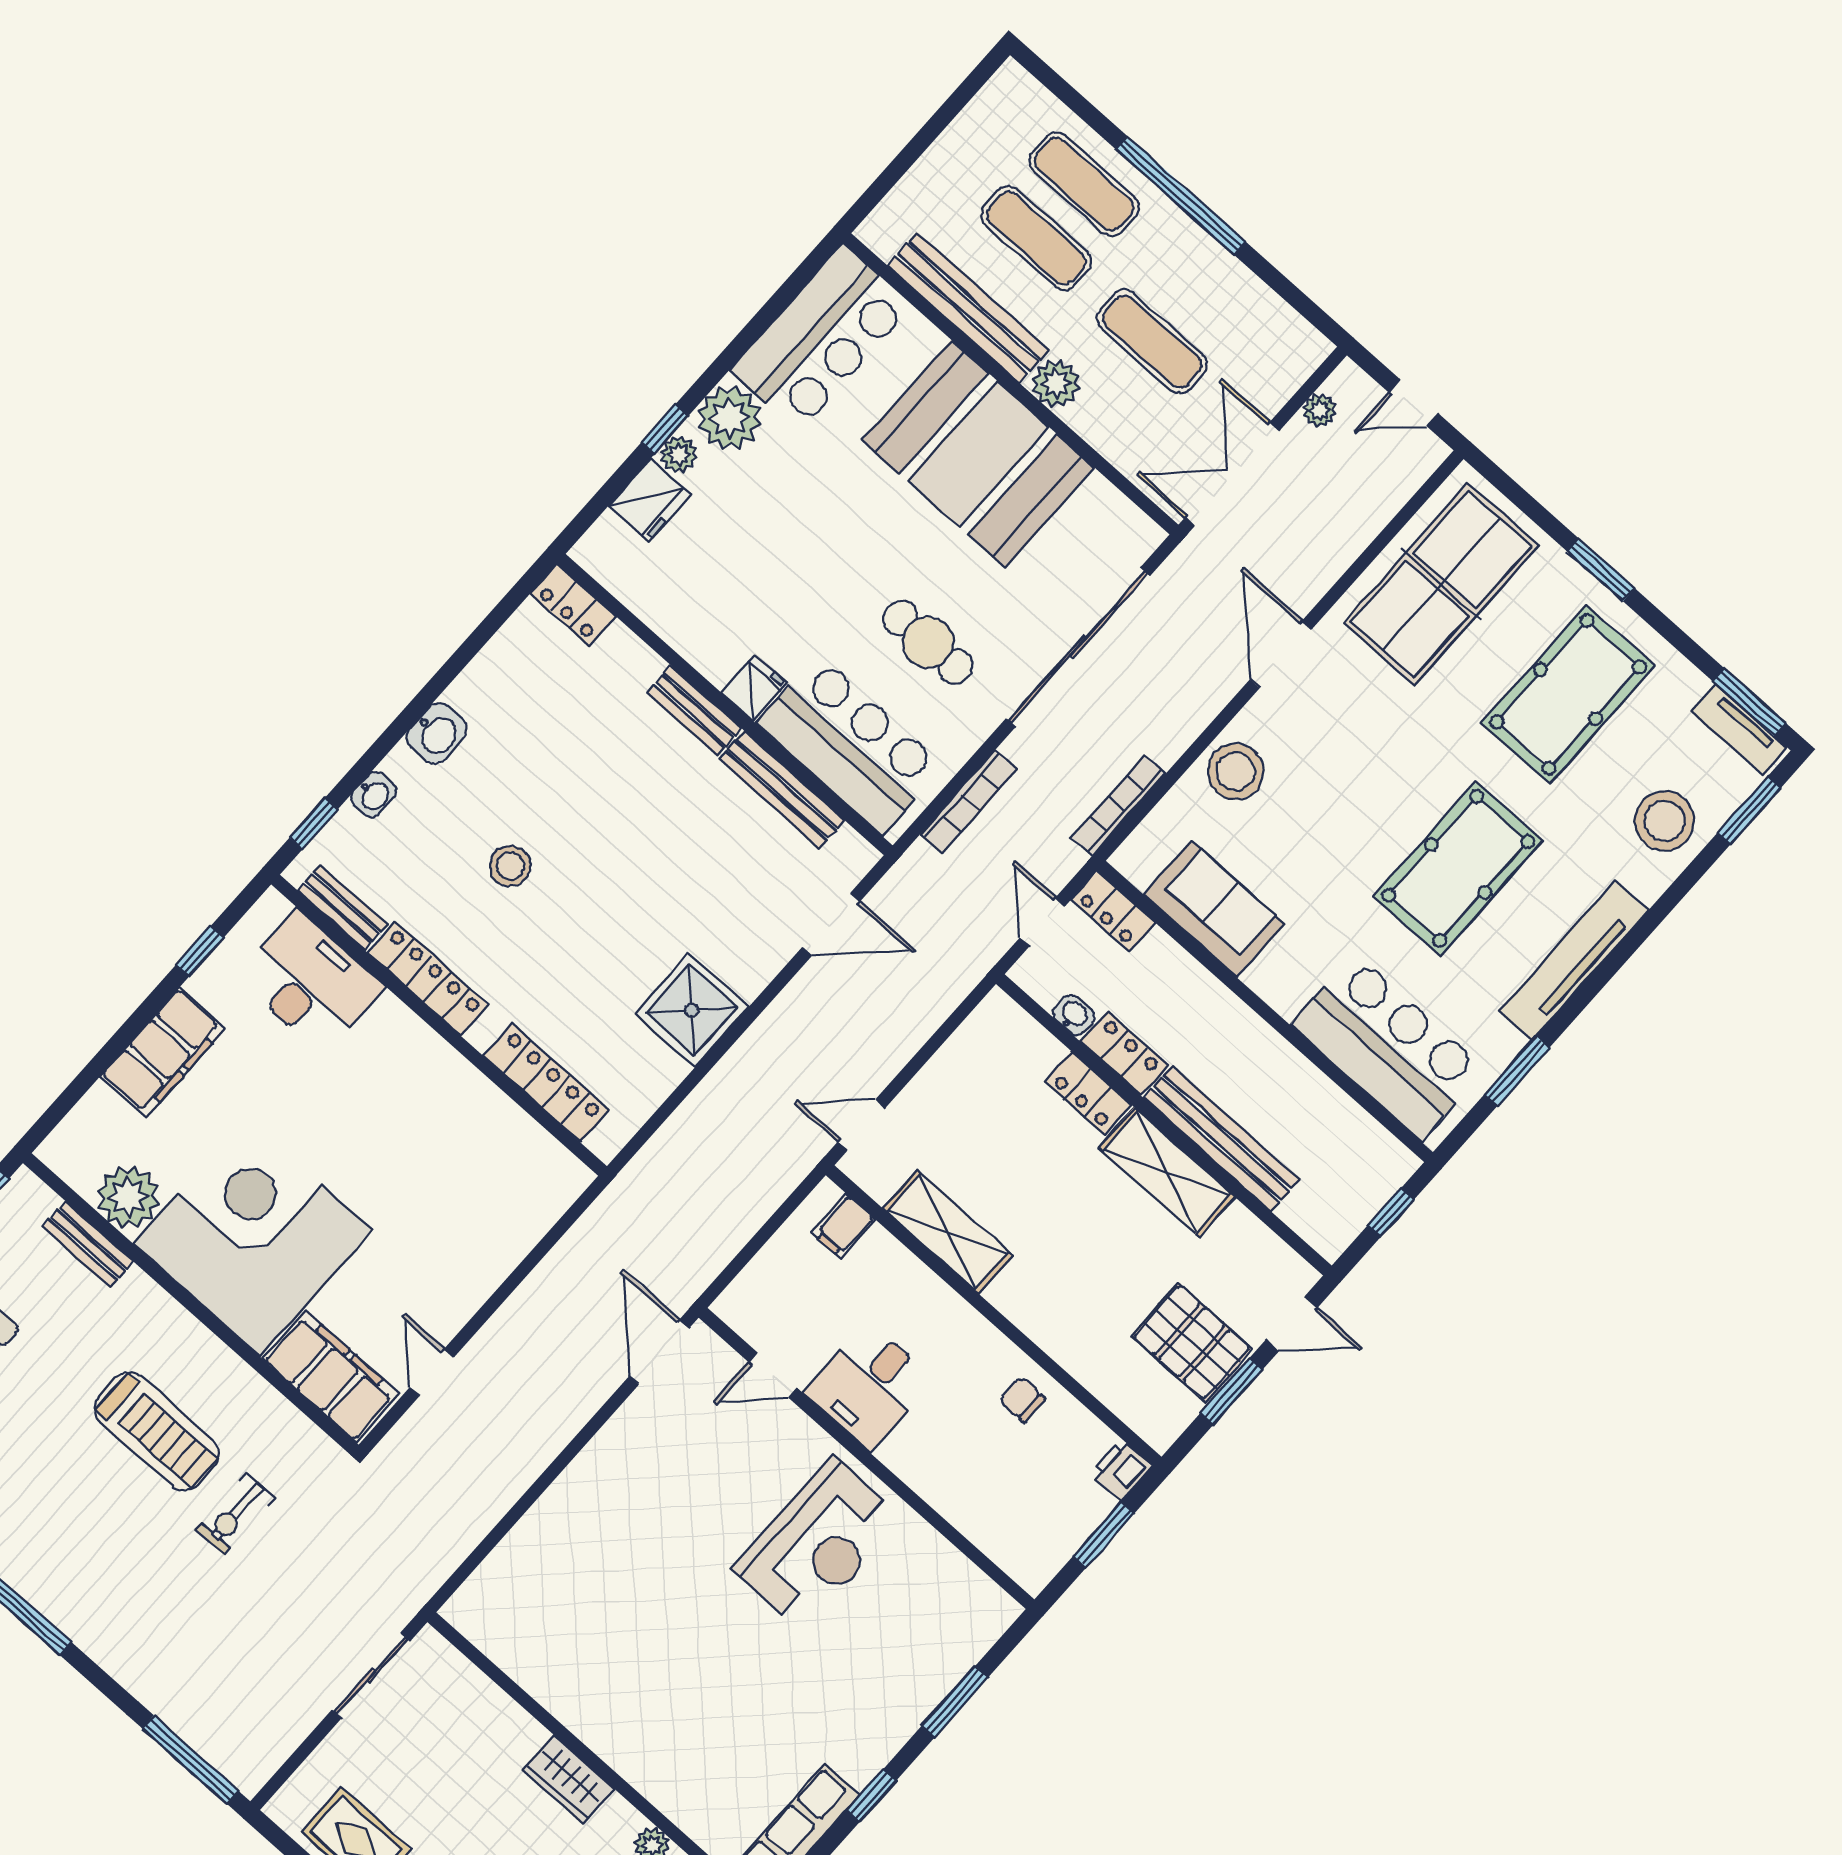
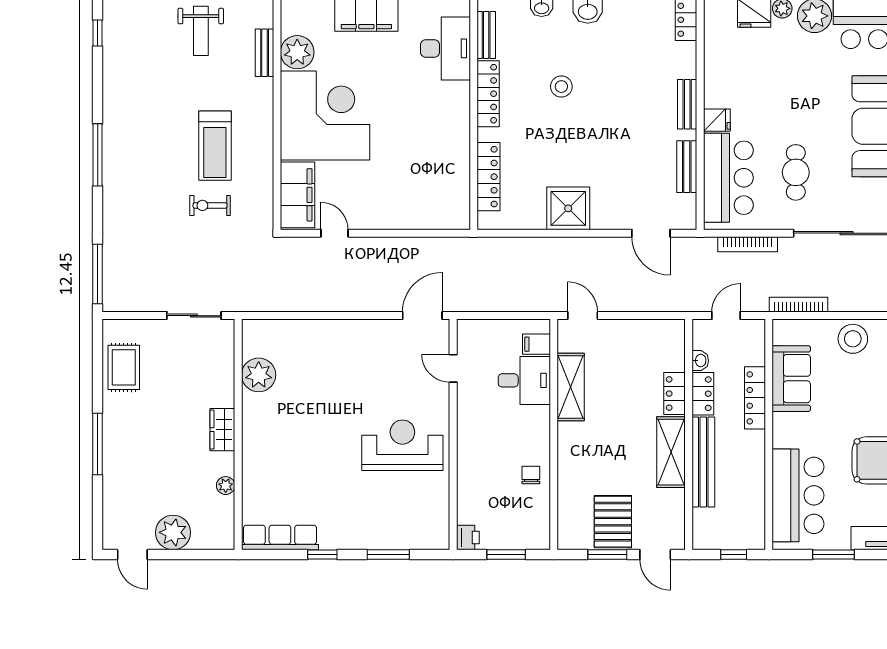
bench: (782, 790) -> (687, 167), width x0.73
locker: (1113, 911) -> (755, 398), moved, width x1.53
door: (432, 1372) -> (335, 233), hinge flipped
desk: (869, 1386) -> (524, 380), moved, turned 180
printer: (1121, 1470) -> (468, 538), moved, turned 90
reception desk: (818, 1544) -> (402, 445), turned 180
plant: (537, 1659) -> (259, 375), added

